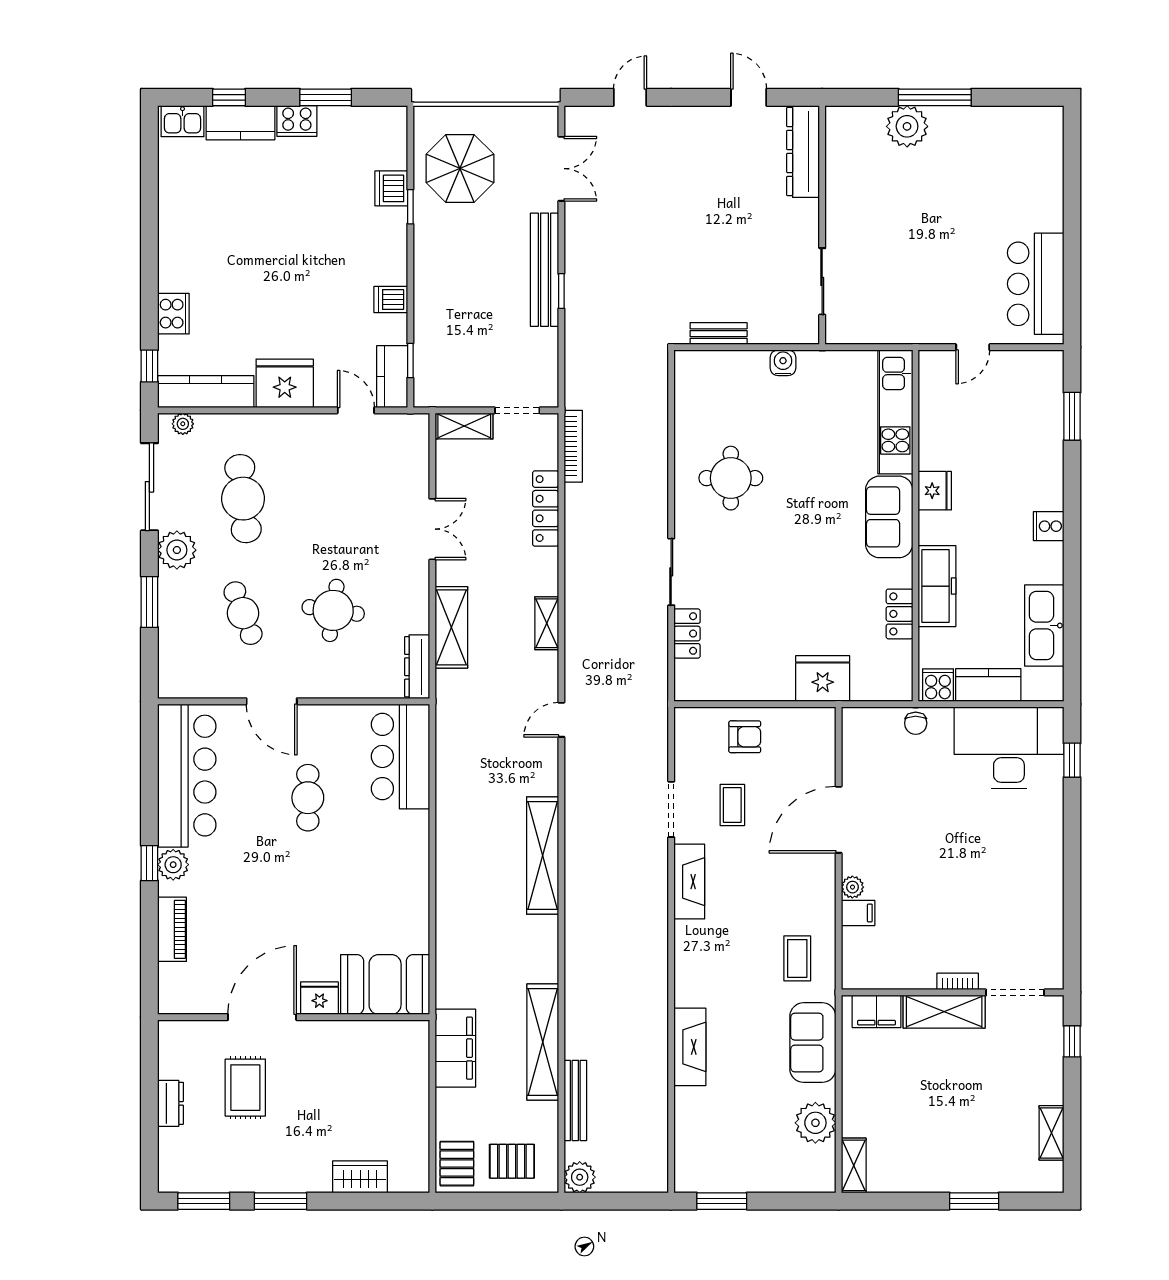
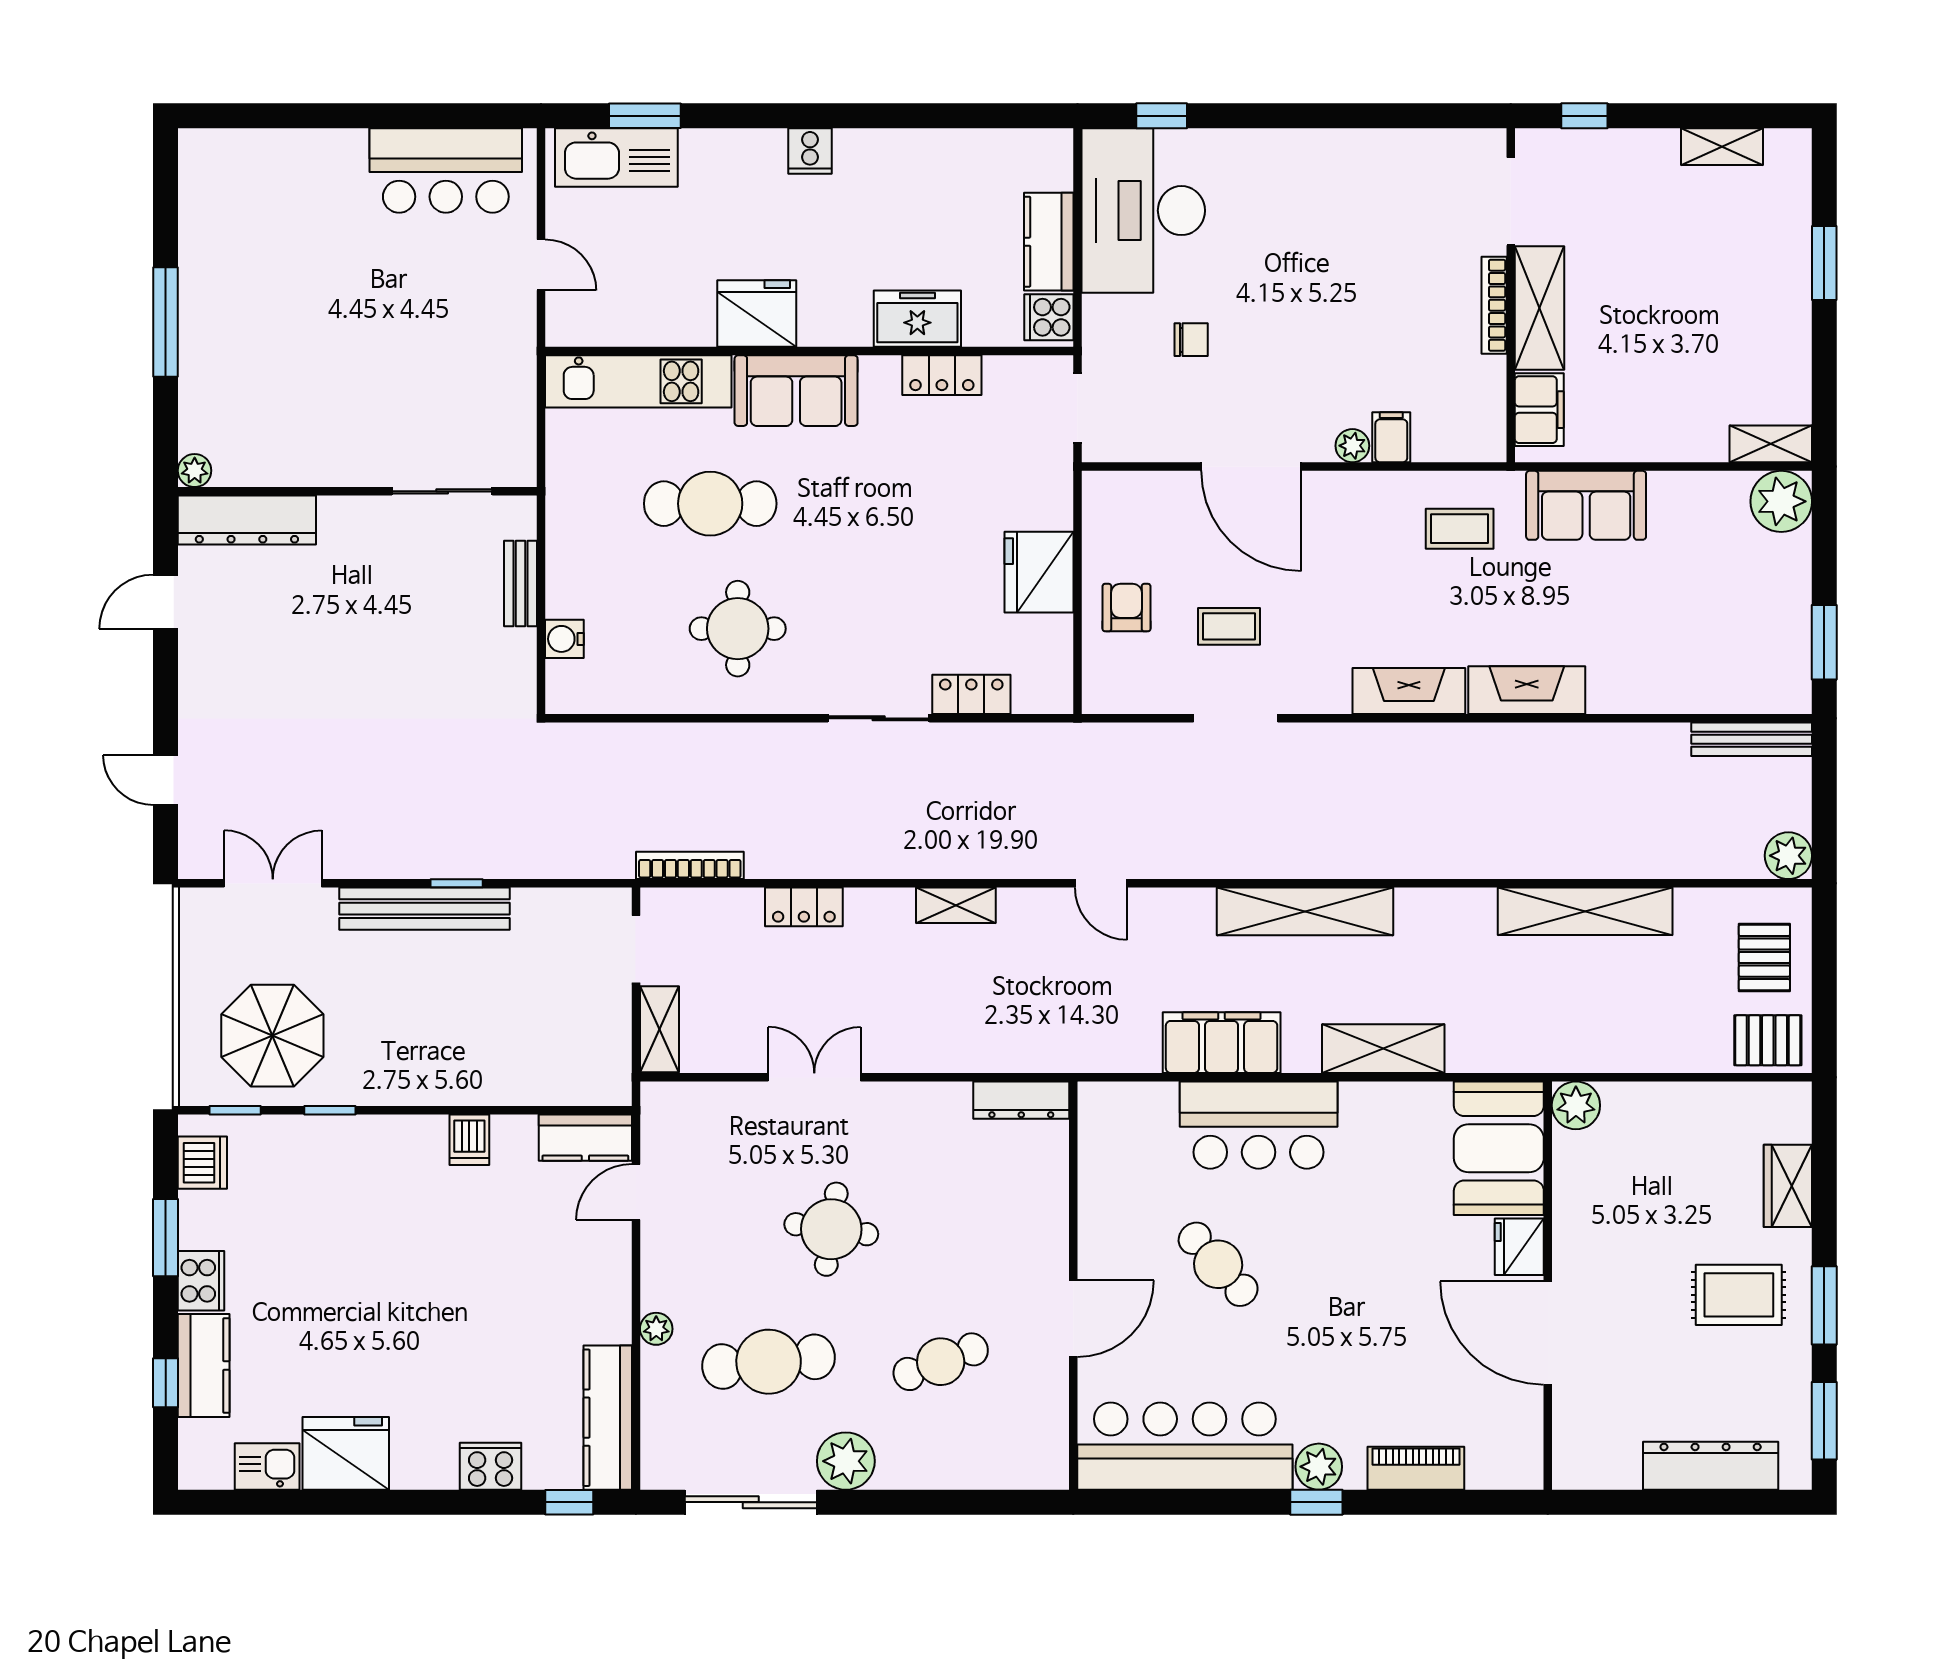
kitchen sink: (183, 121) -> (267, 1466), moved, turned -90
plant: (907, 126) -> (195, 471), moved, width x0.53, depth x0.53
dishwasher: (391, 188) -> (202, 1163), moved, turned -90
bench: (719, 334) -> (521, 584), moved
window: (410, 361) -> (235, 1110), moved
water cooler: (783, 363) -> (564, 639), moved
fridge: (285, 383) -> (346, 1453), moved, turned 90
plant: (183, 424) -> (656, 1329), moved
cafe table: (814, 460) -> (710, 504), added
fridge: (935, 491) -> (757, 314), width x1.36, depth x1.34
locker: (546, 509) -> (804, 907), width x0.66
freezer: (937, 586) -> (917, 319), width x0.71
window: (149, 602) -> (924, 1502), removed
round table: (333, 610) -> (831, 1229), moved
kitchen sink: (1044, 625) -> (616, 158), moved
shelving: (451, 627) -> (1383, 1049), moved
fridge: (823, 678) -> (1039, 572), moved
doorway: (878, 704) -> (1077, 408), added
chair: (916, 723) -> (1191, 340), moved
bar counter: (400, 756) -> (1259, 1125), moved
cafe table: (308, 798) -> (1218, 1264), turned 48
fireplace: (689, 882) -> (1409, 691), moved
bookcase: (958, 981) -> (1494, 305), width x1.56
plant: (414, 1036) -> (1576, 1105), added
fireplace: (690, 1047) -> (1527, 690), moved
filing cabinet: (455, 1048) -> (1222, 1043), moved
rug: (245, 1088) -> (1739, 1295), moved
bench: (575, 1100) -> (1752, 739), moved
dresser: (171, 1103) -> (1711, 1466), width x1.96, depth x1.24
plant: (815, 1123) -> (1781, 501), moved

